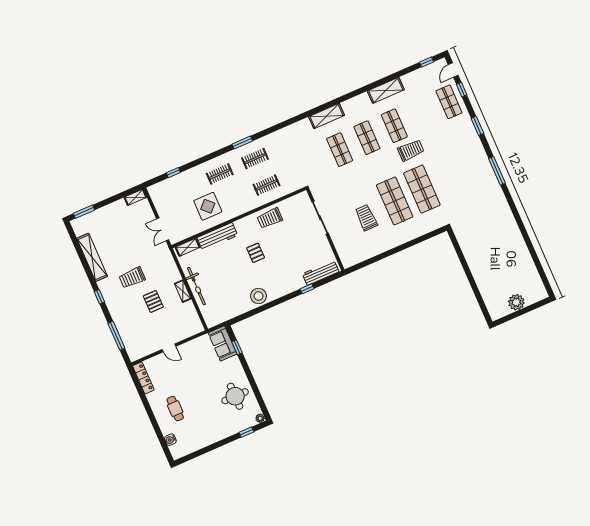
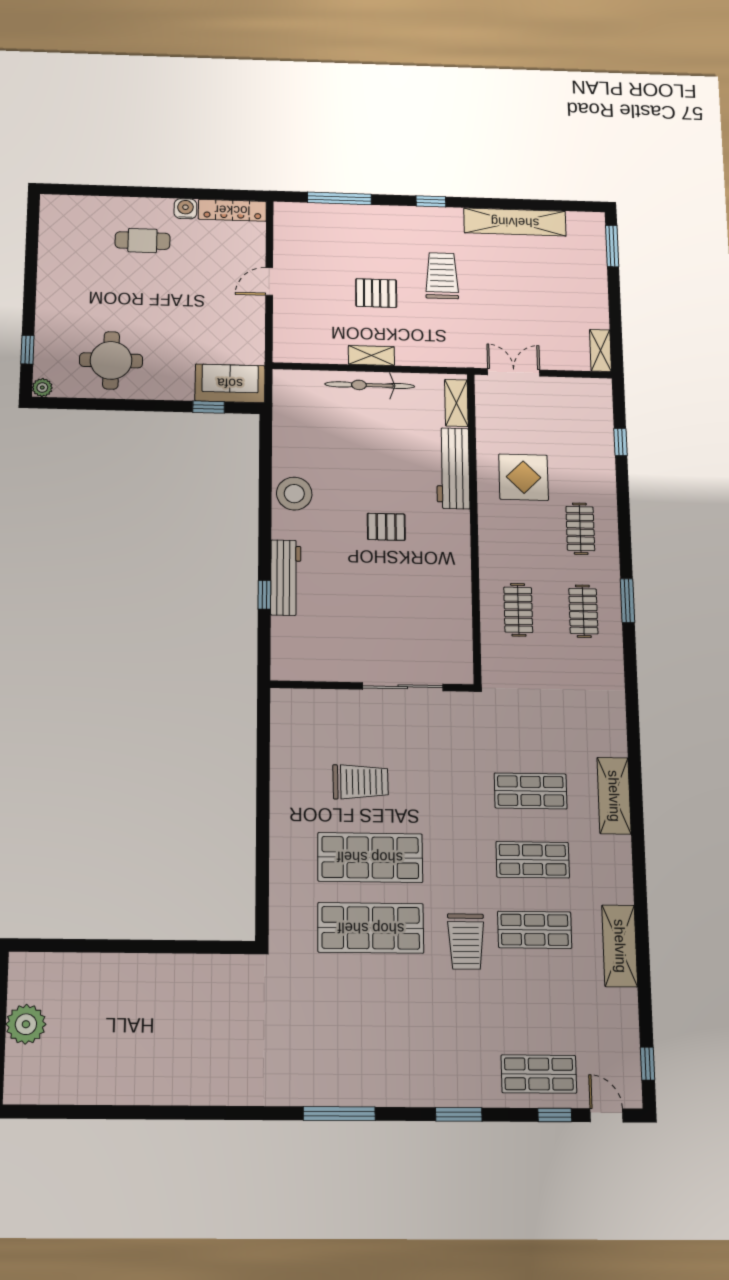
trolley: (270, 218) -> (446, 586), removed
workbench: (321, 273) -> (286, 578), moved
water cooler: (170, 440) -> (185, 209), moved

